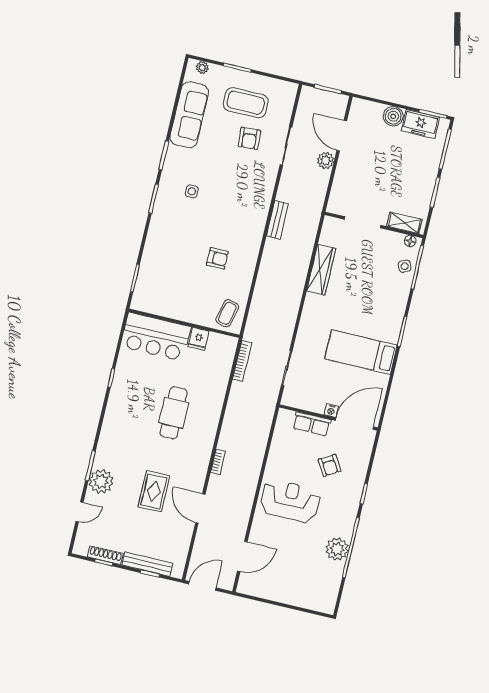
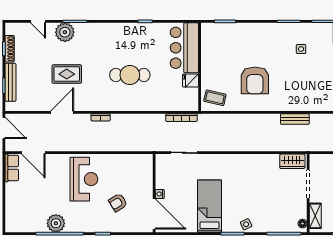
armchair: (217, 258) -> (255, 80), width x1.88, depth x1.88
side table: (405, 266) -> (246, 224), moved
wardrobe: (321, 270) -> (292, 161), moved, width x0.67
row of seats: (312, 424) -> (12, 168), moved, turned 180

